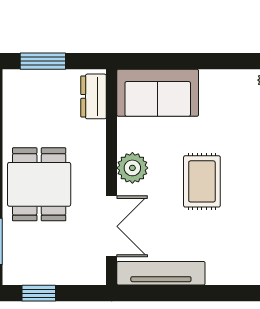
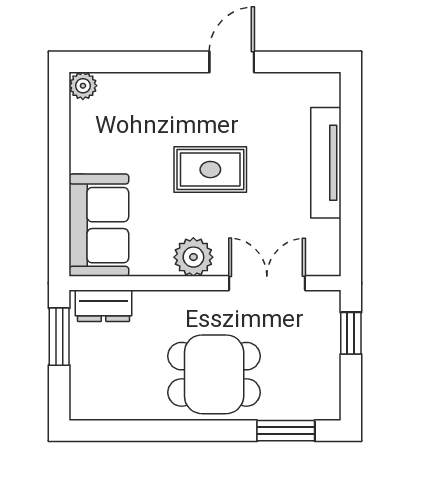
window: (43, 61) -> (59, 337), moved
tv unit: (161, 273) -> (326, 163), moved
window: (39, 293) -> (351, 333), moved

